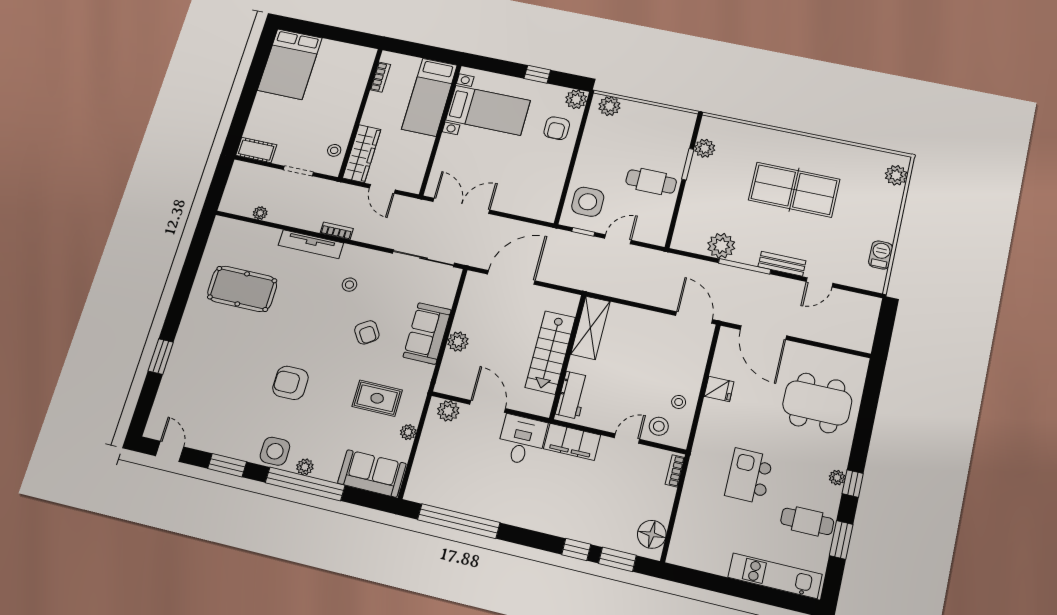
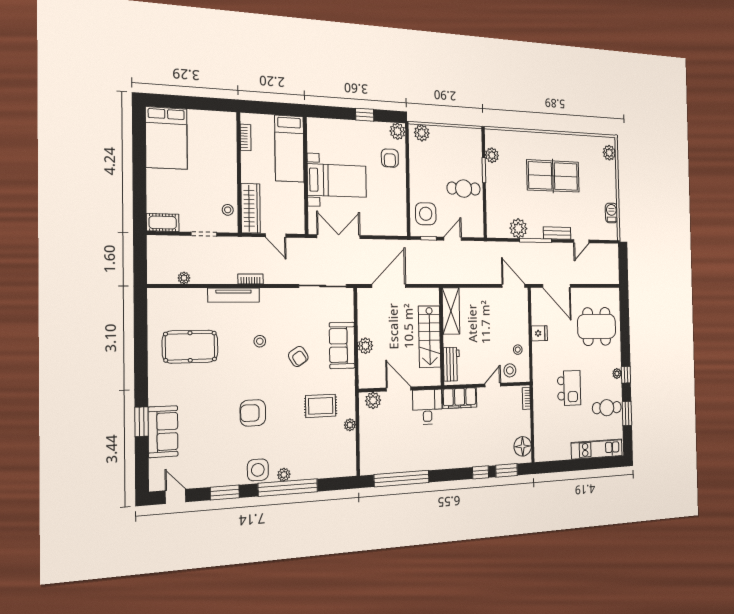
bed with nightstands: (488, 110) -> (337, 181), moved
stool: (349, 285) -> (260, 341), moved
sofa: (372, 473) -> (163, 432), moved, turned 90
kitchen island: (749, 476) -> (569, 388), turned 180

